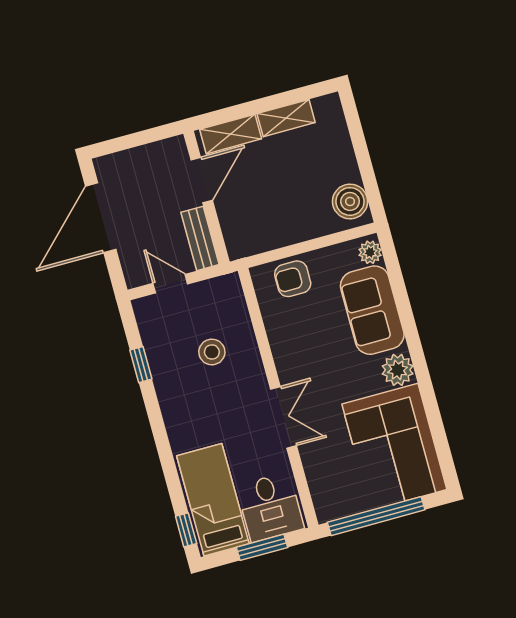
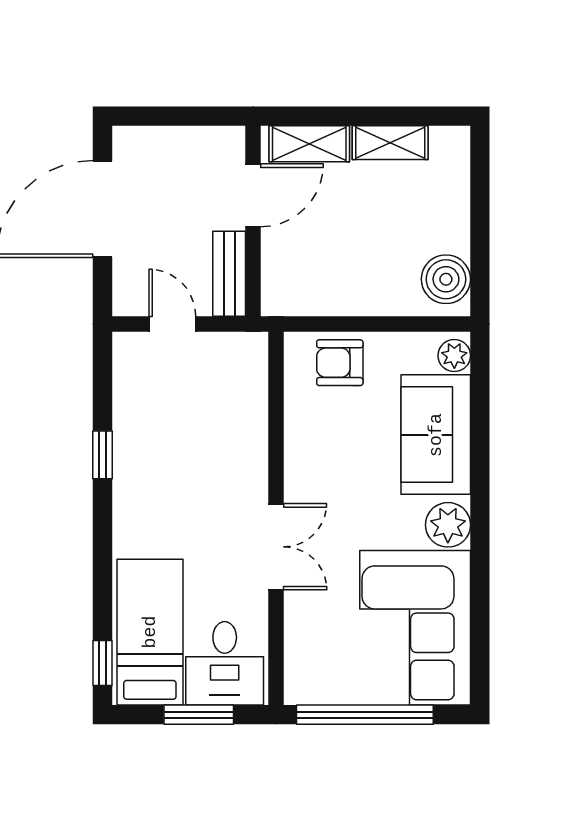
stool: (212, 352) -> (203, 432), removed
window: (141, 365) -> (103, 455), moved

